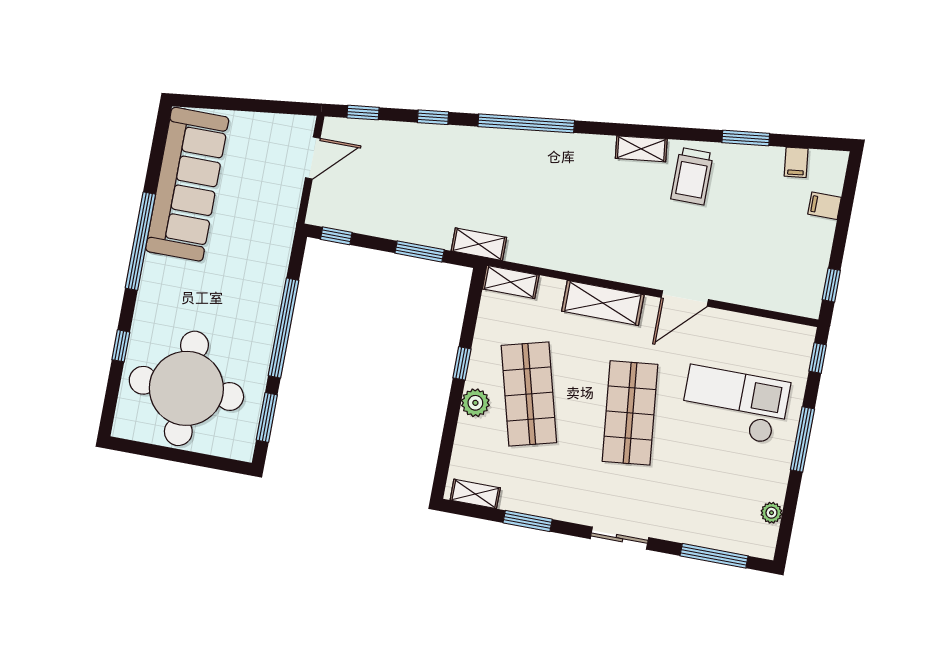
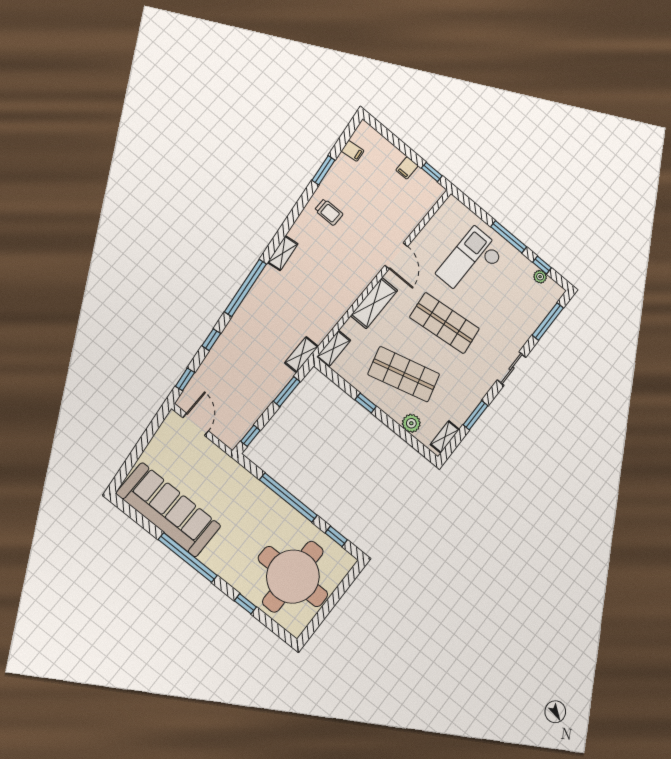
shelving: (641, 149) -> (283, 253), moved
trolley: (692, 176) -> (329, 212), width x0.73, depth x0.72
filing cabinet: (824, 206) -> (407, 168), moved
window: (818, 358) -> (542, 265), moved
plant: (475, 403) -> (411, 423), moved
window: (267, 417) -> (336, 536), width x0.67

